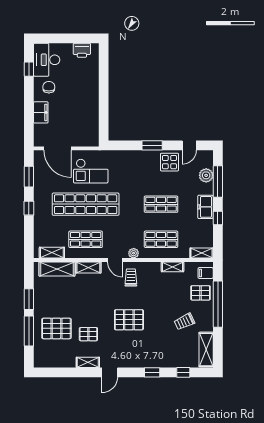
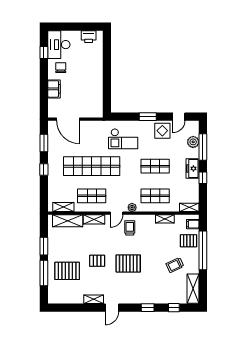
checkout: (91, 171) -> (123, 139), moved
door: (115, 260) -> (116, 213), hinge flipped
pallet: (88, 334) -> (97, 261), moved

